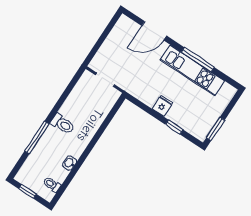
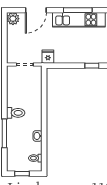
plant: (124, 24) -> (13, 19), added
fridge: (162, 106) -> (48, 57), moved

